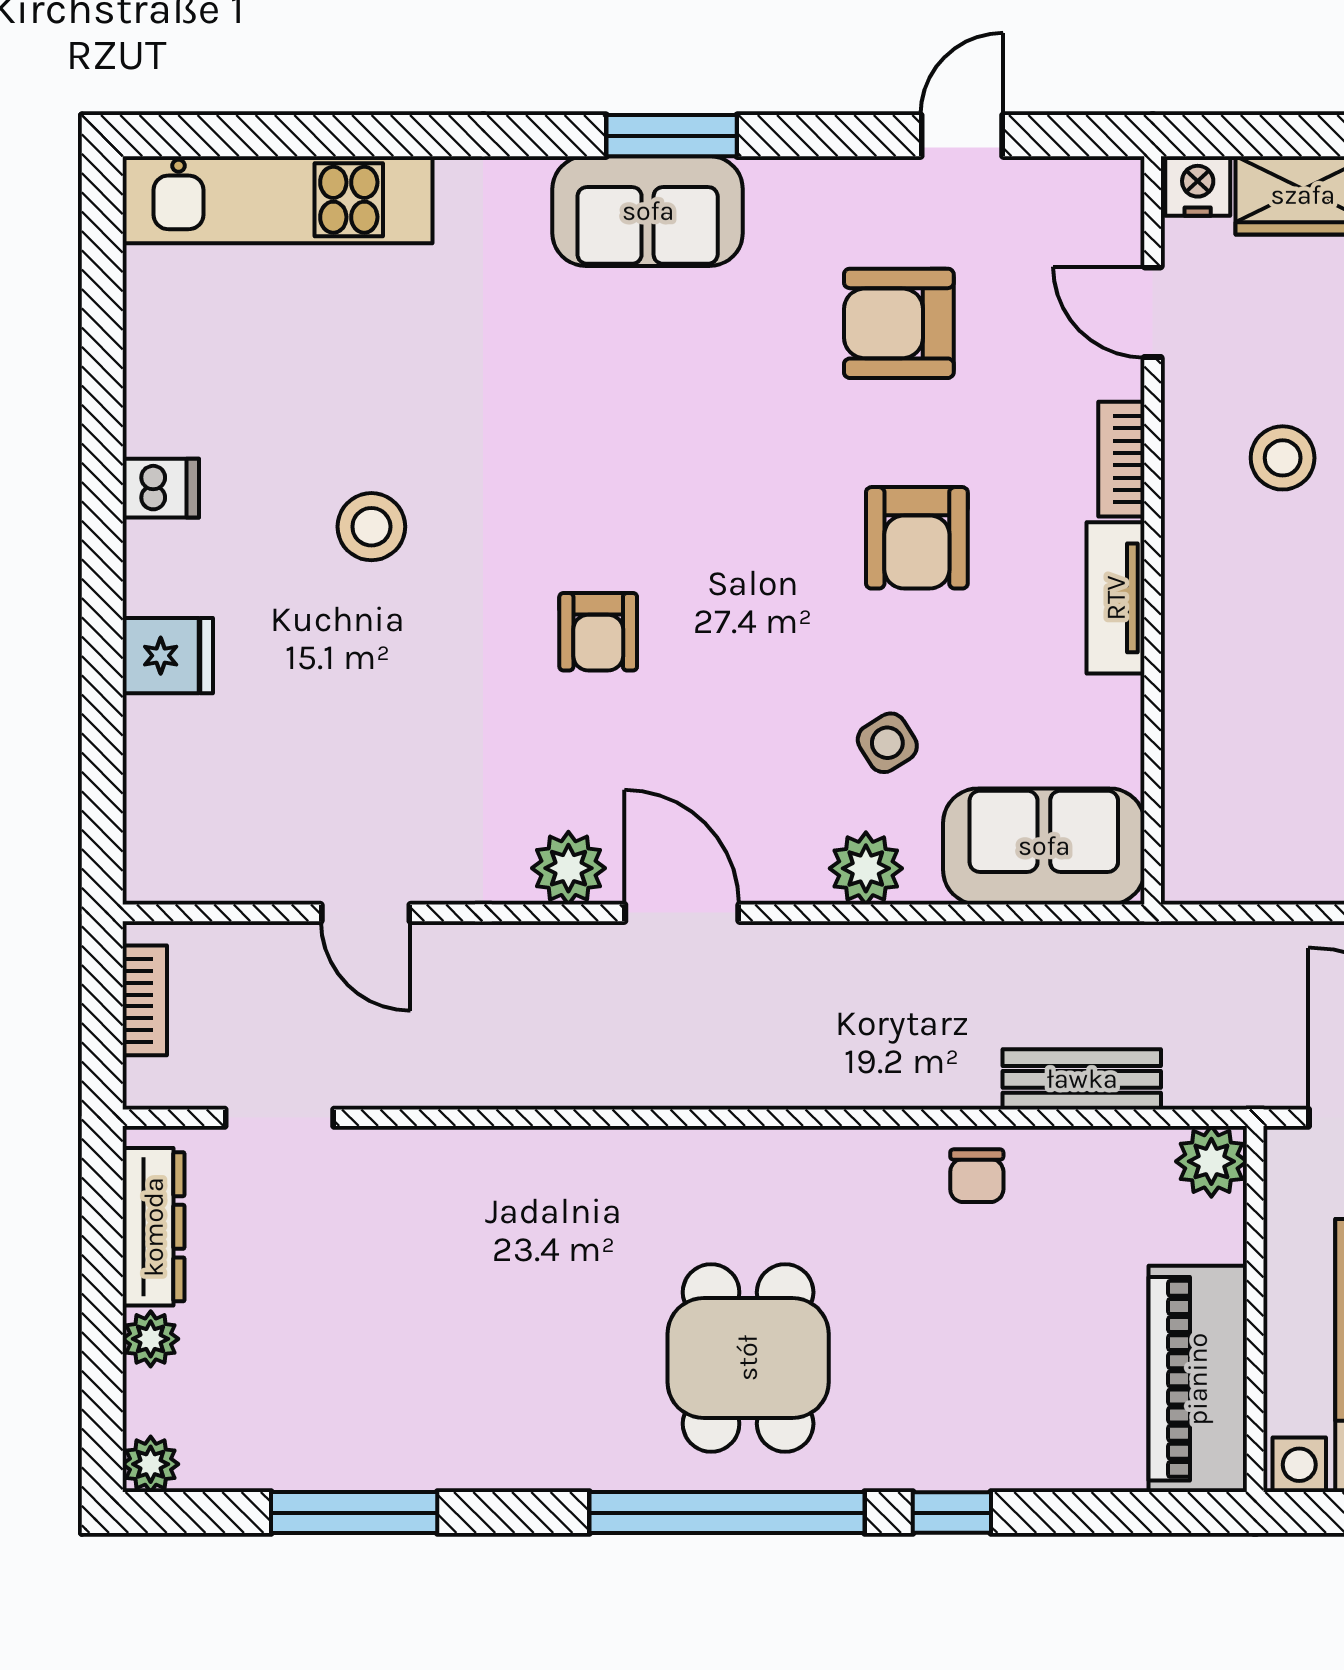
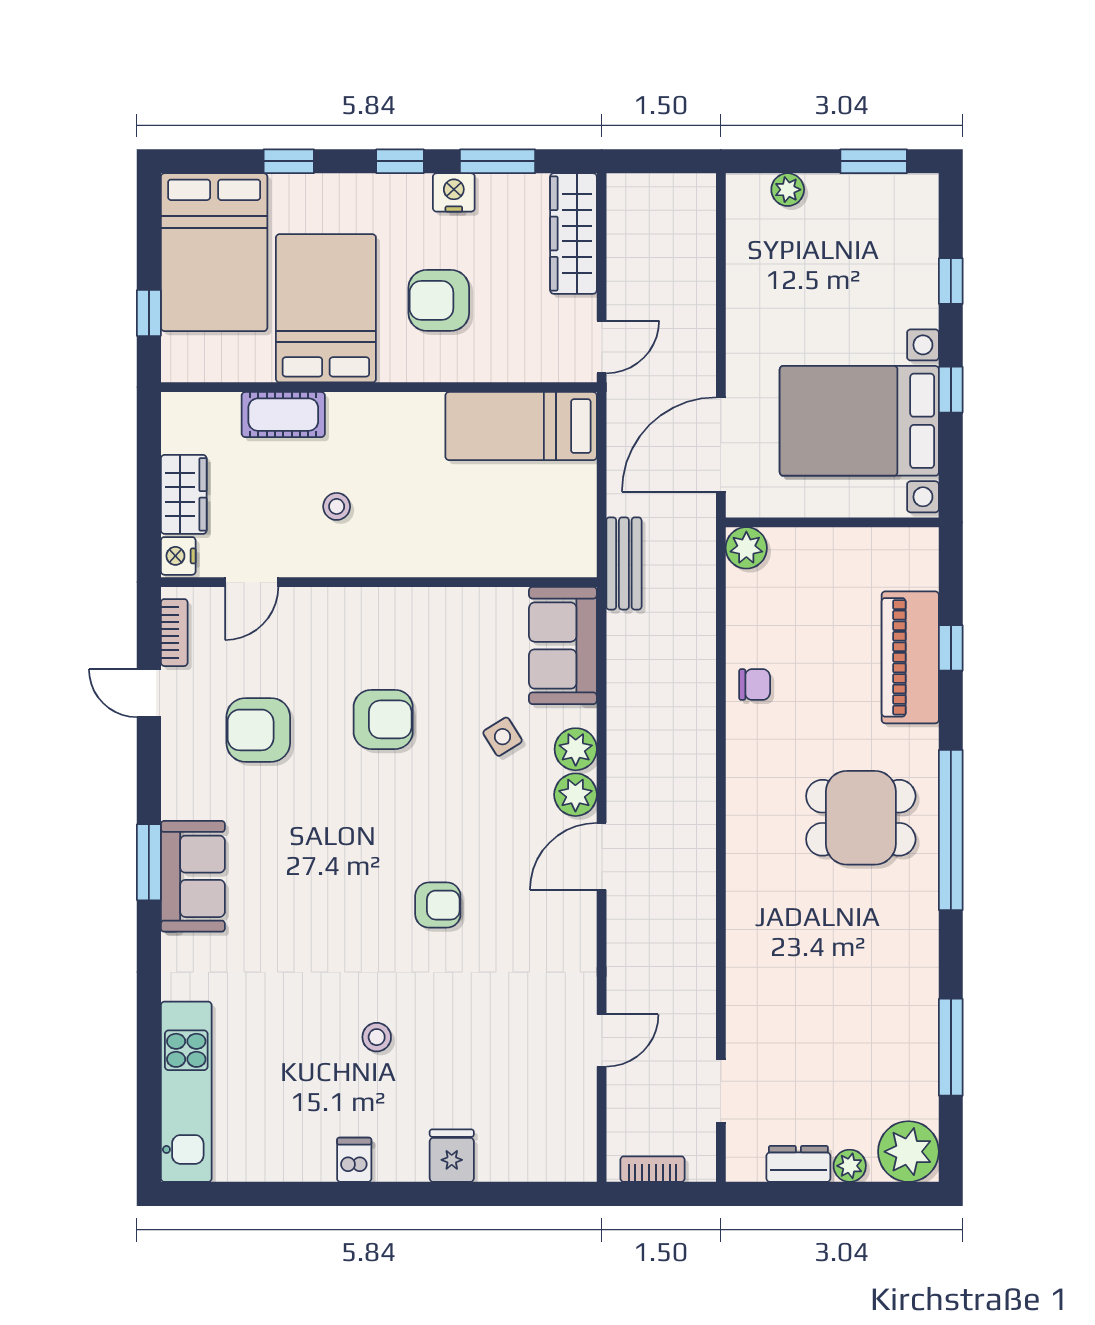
armchair: (899, 323) -> (258, 730), turned 90
stool: (1283, 458) -> (337, 506), width x0.73, depth x0.73
bookcase: (1121, 459) -> (174, 633), moved, turned -90
stool: (371, 527) -> (377, 1037), width x0.73, depth x0.73
tv unit: (1116, 598) -> (418, 604), removed
plant: (568, 868) -> (575, 795), moved
bench: (1082, 1079) -> (624, 563), moved
dresser: (154, 1227) -> (798, 1164), width x0.70
piano: (1198, 1379) -> (910, 657), moved, turned 90
plant: (151, 1464) -> (908, 1152), width x1.87, depth x1.87
window: (952, 1513) -> (951, 648), moved

